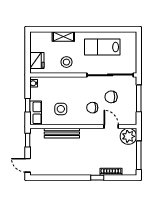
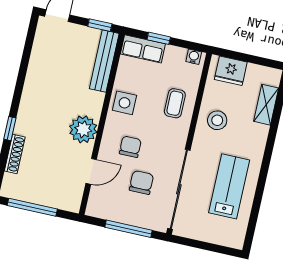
shelving: (63, 36) -> (266, 105), moved
coffee table: (62, 88) -> (175, 103), added
side table: (61, 109) -> (125, 103), moved
bench: (62, 133) -> (104, 61), moved
plant: (128, 136) -> (83, 129), moved

